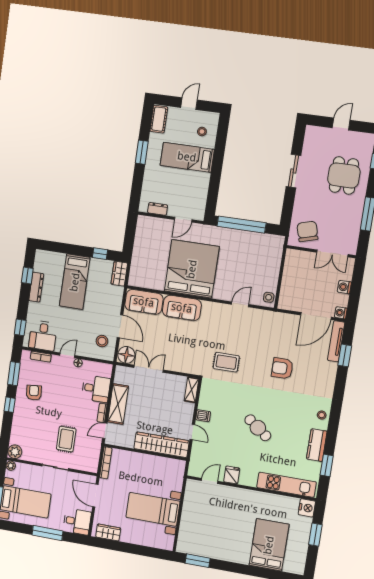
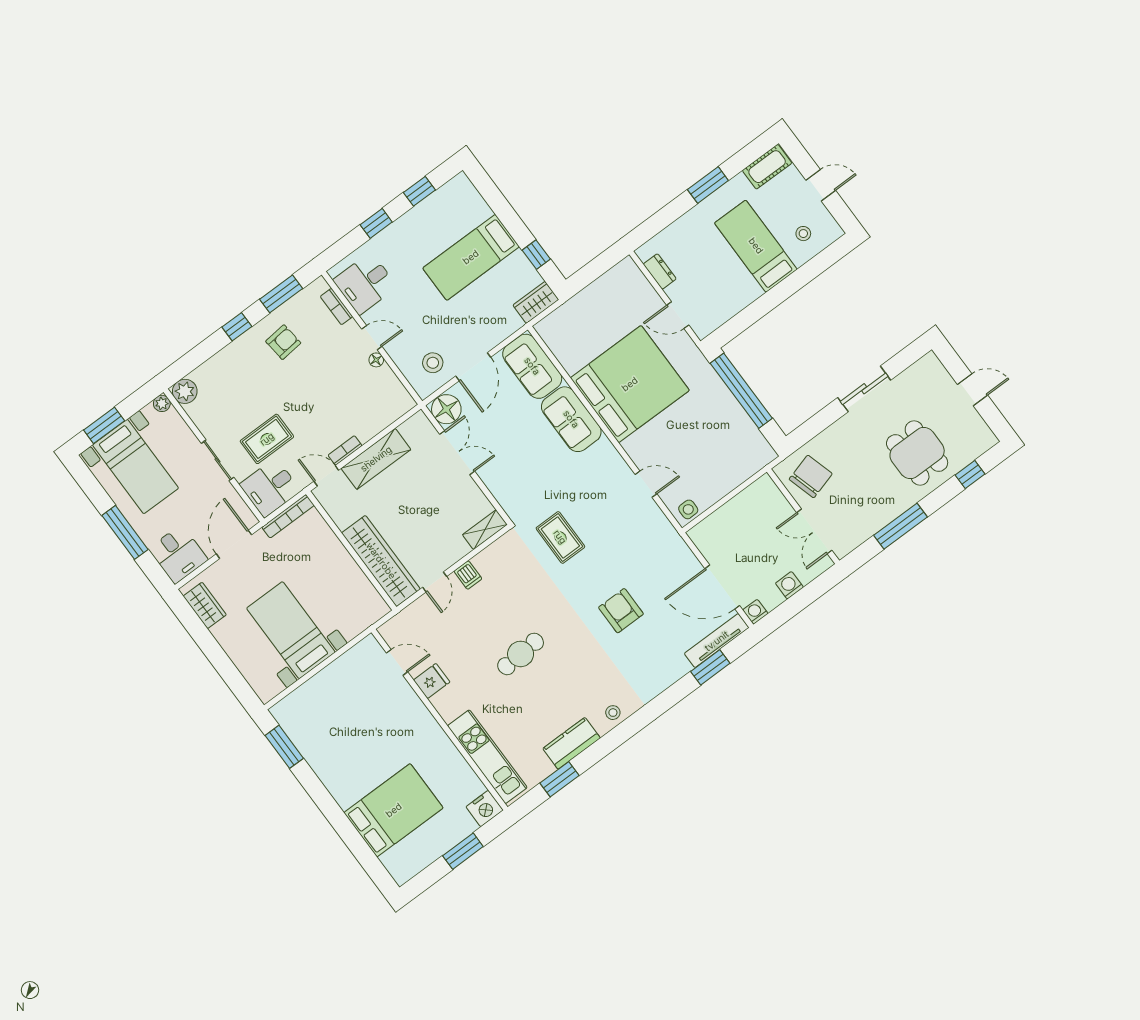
dining table: (344, 175) -> (917, 453), turned 90
dresser: (36, 287) -> (416, 216), removed
window: (20, 327) -> (376, 223), moved
desk: (96, 389) -> (270, 488), moved, turned 90
cafe table: (258, 428) -> (521, 654), turned 49

